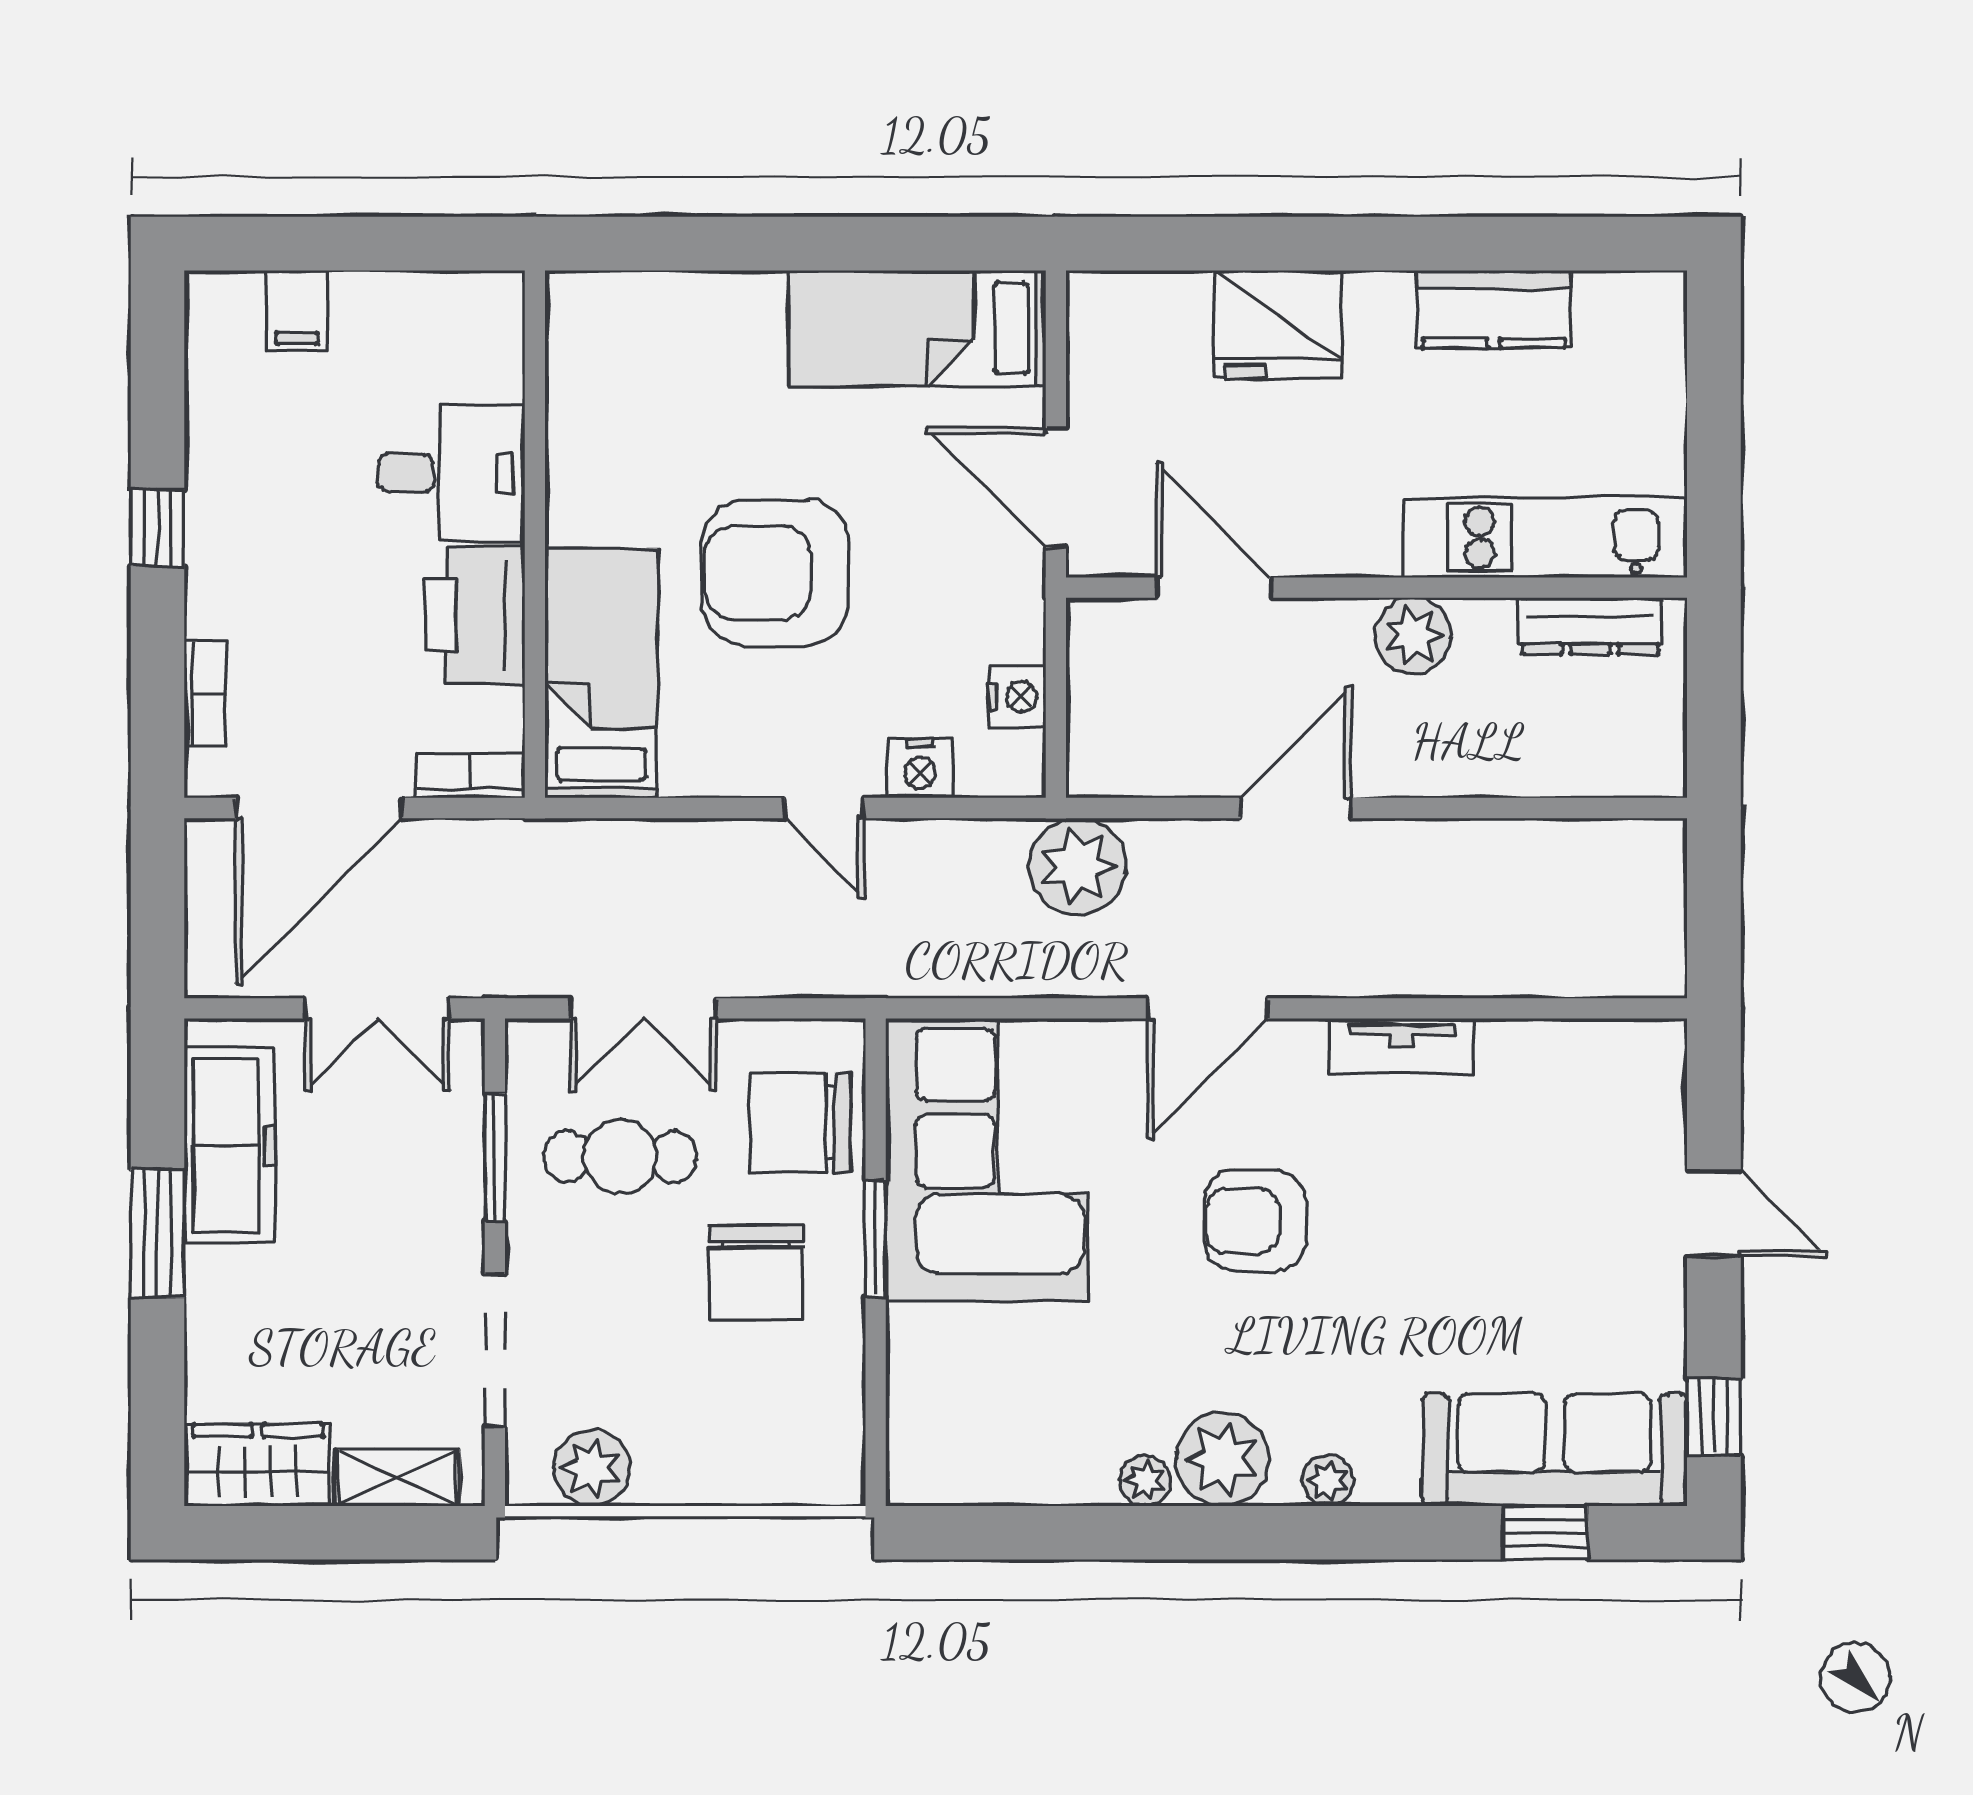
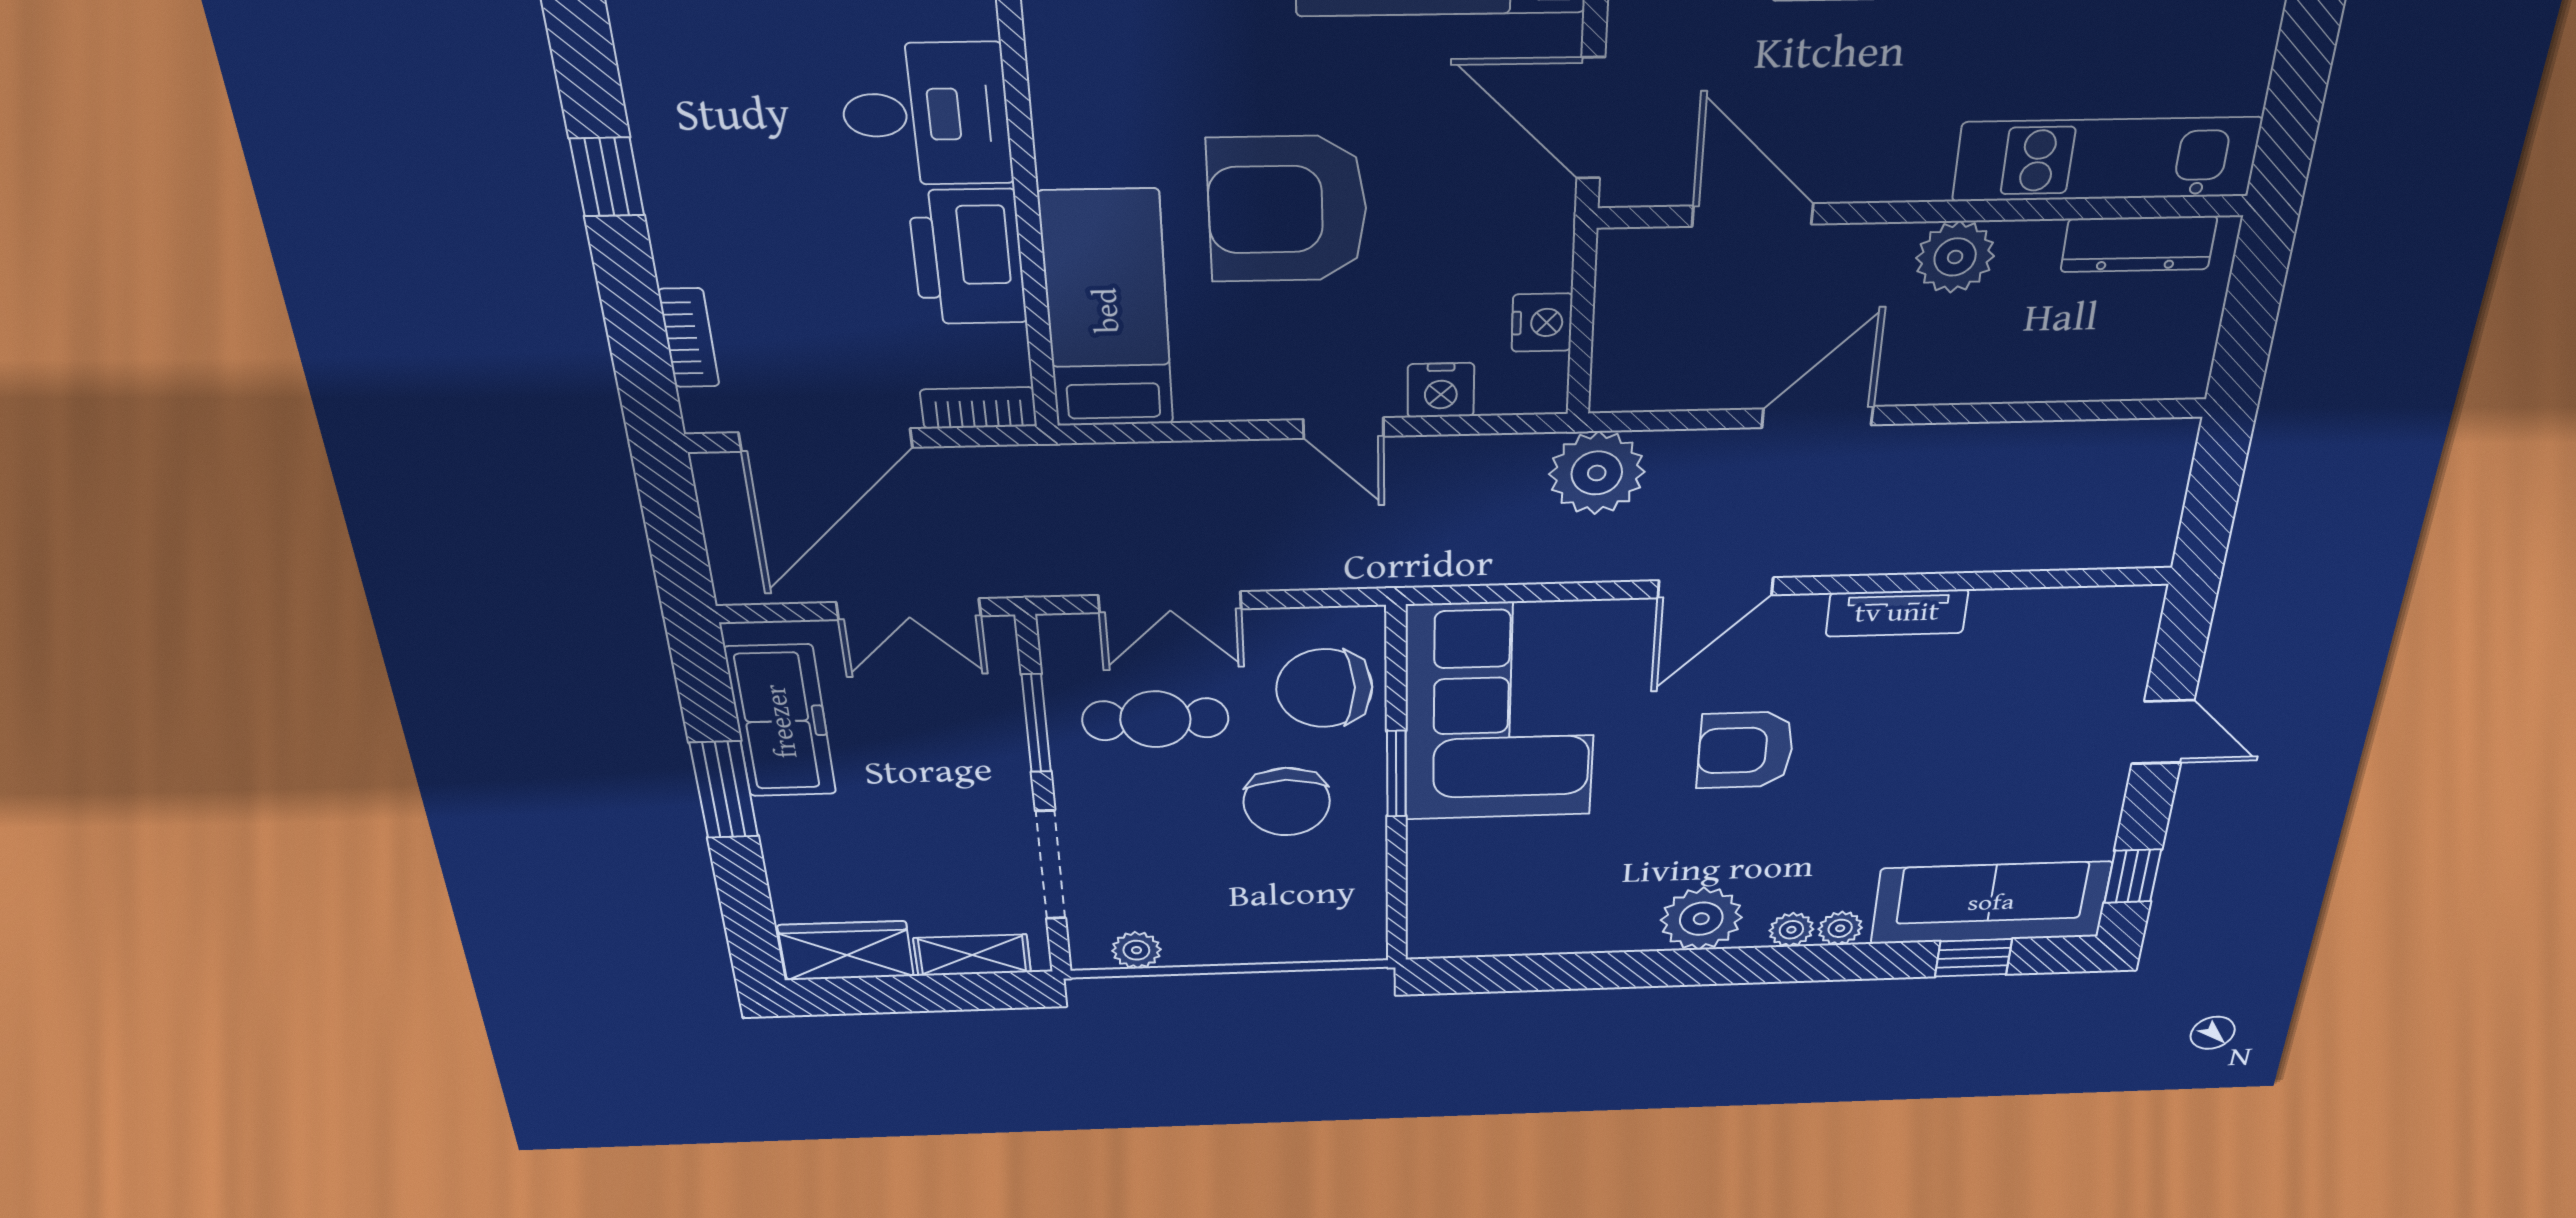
plant: (592, 1468) -> (1136, 950), width x0.73, depth x0.73
plant: (1145, 1481) -> (1840, 928), moved

